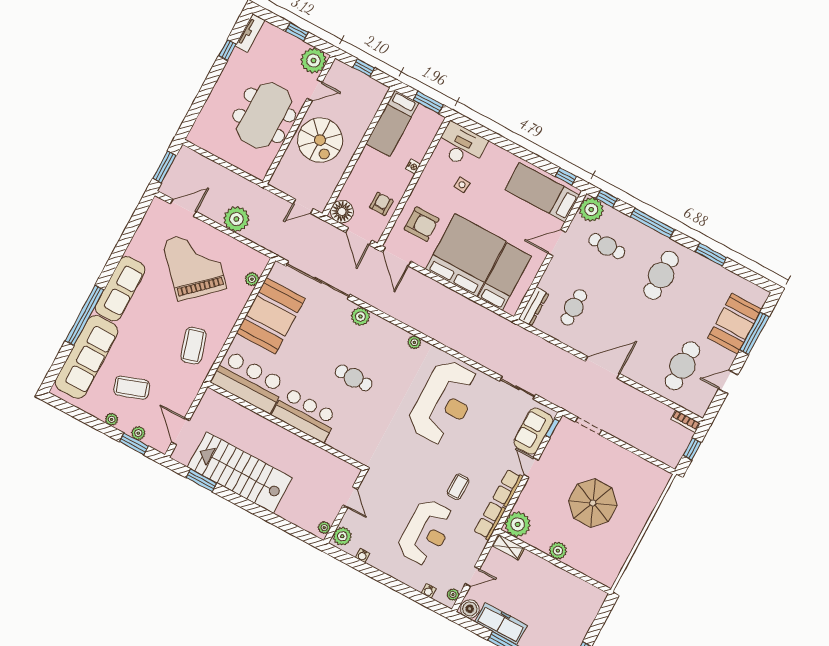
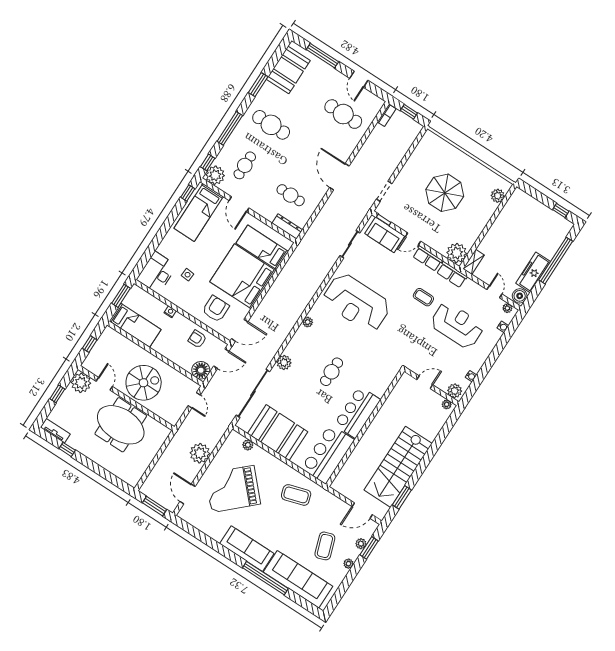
booth: (735, 324) -> (288, 70), moved, turned 90
reception desk: (444, 402) -> (356, 303), turned 180
plant: (558, 551) -> (498, 196), moved

